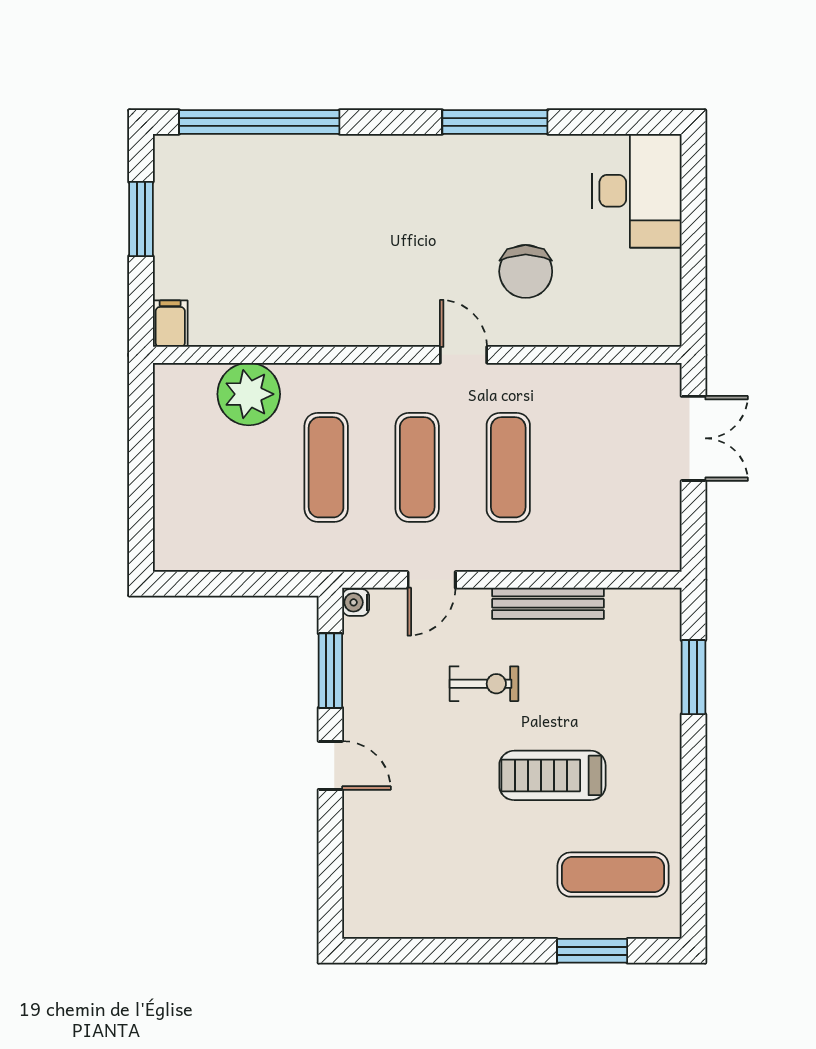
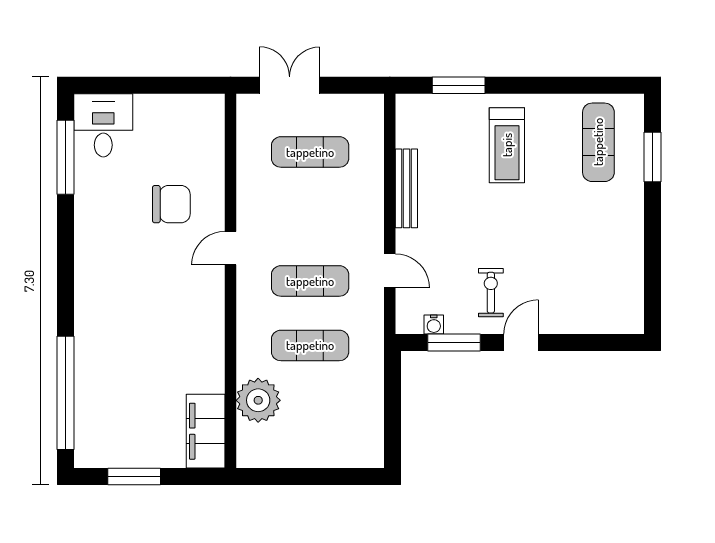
window: (495, 122) -> (66, 157), moved
desk: (637, 191) -> (103, 125), width x0.73
filing cabinet: (170, 324) -> (206, 431), width x3.00, depth x1.17
exercise mat: (508, 467) -> (310, 152), moved
water cooler: (356, 602) -> (434, 325), moved
exercise bike: (484, 684) -> (491, 293), moved
treadmill: (552, 775) -> (507, 145), moved

